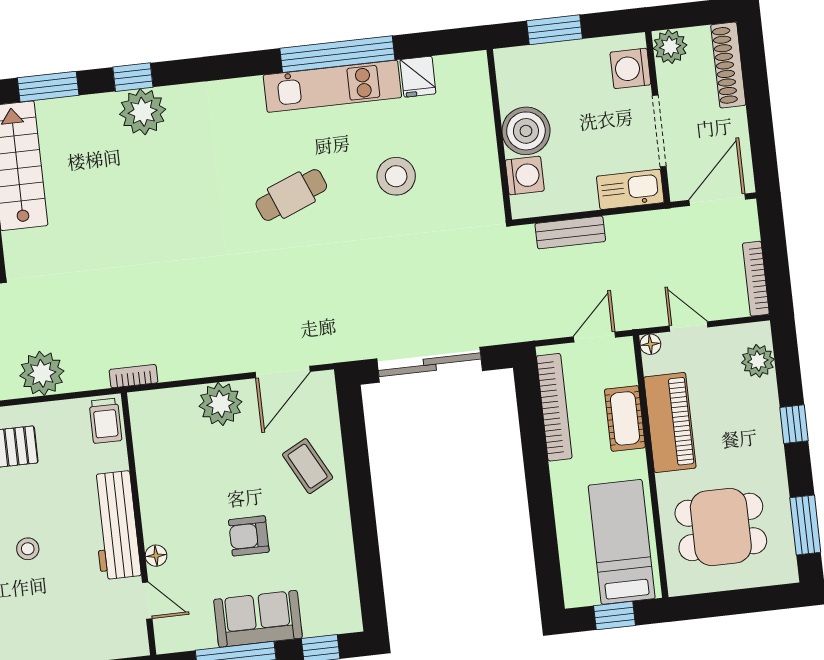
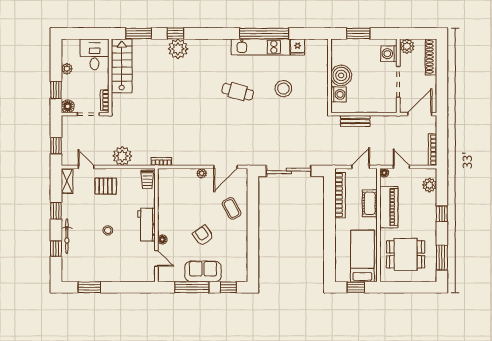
kitchen sink: (630, 189) -> (383, 105), removed
cafe table: (291, 195) -> (238, 92), turned 37
plant: (220, 404) -> (202, 173), width x0.53, depth x0.53
workbench: (116, 525) -> (147, 225), width x0.73
armchair: (249, 536) -> (203, 236), turned 55

